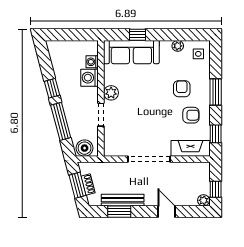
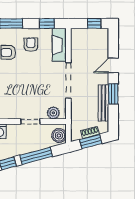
plant: (111, 93) -> (53, 113), moved
plant: (203, 200) -> (104, 34), removed
window: (119, 212) -> (113, 94), moved

